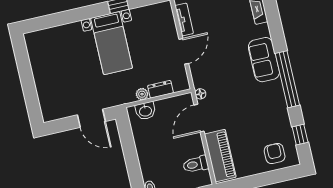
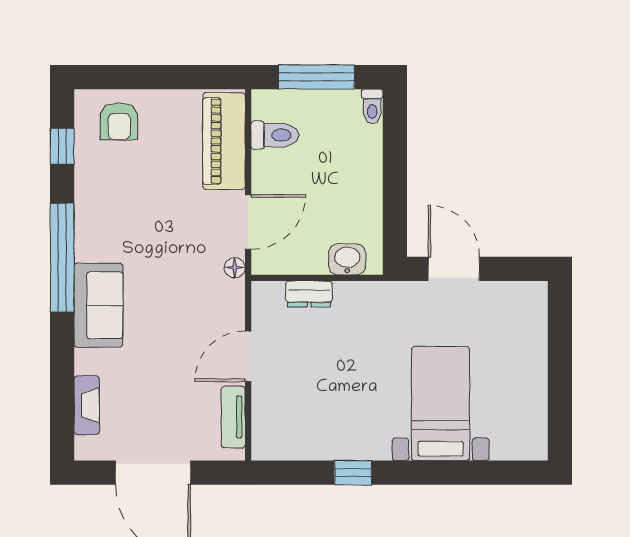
bed with nightstands: (112, 43) -> (441, 403), moved
plant: (142, 94) -> (346, 293), removed

